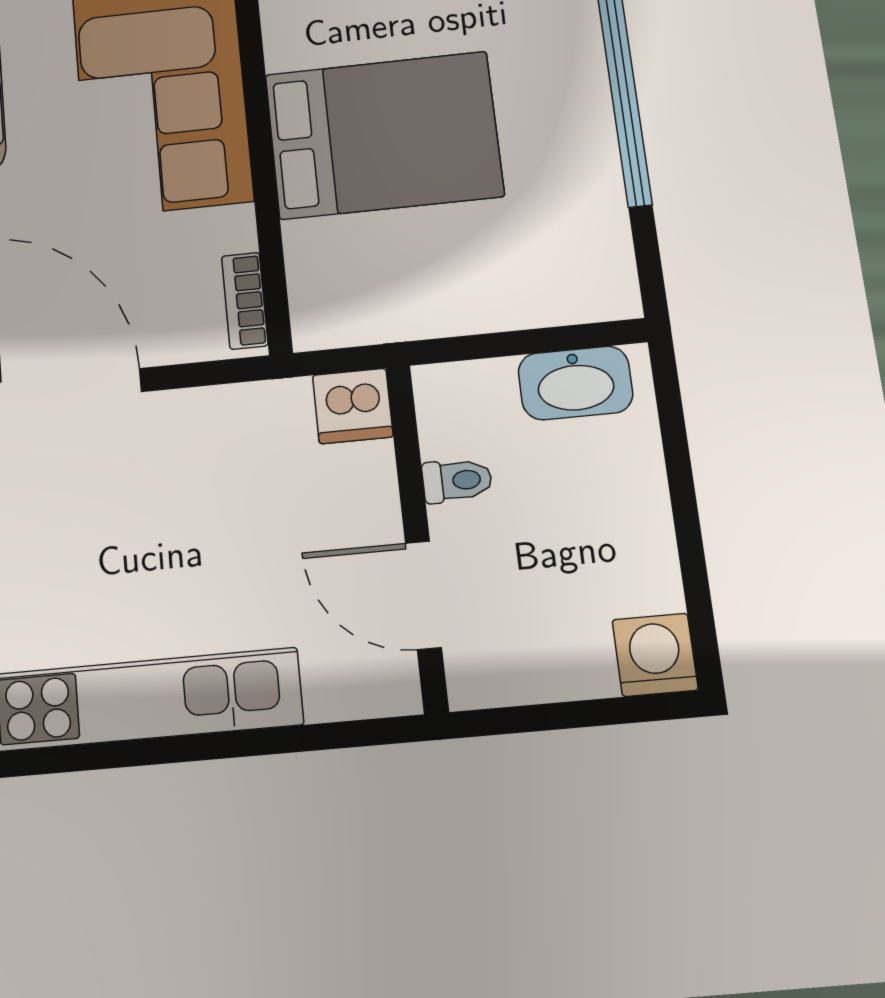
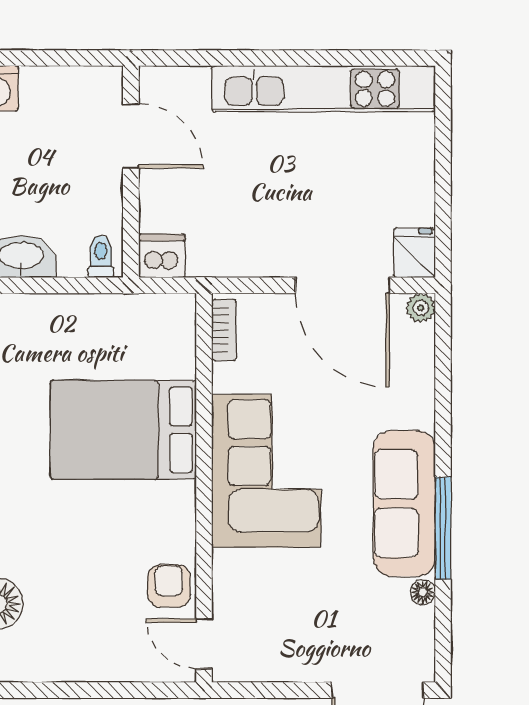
toilet: (457, 481) -> (101, 257), moved, turned 90

